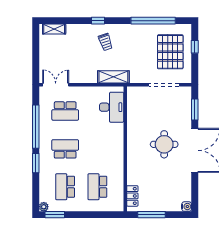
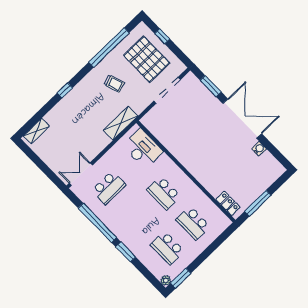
trolley: (105, 42) -> (114, 84), moved
round table: (164, 144) -> (213, 138), removed
school desk: (65, 149) -> (164, 193), moved, turned -90
water cooler: (187, 207) -> (259, 149), moved

